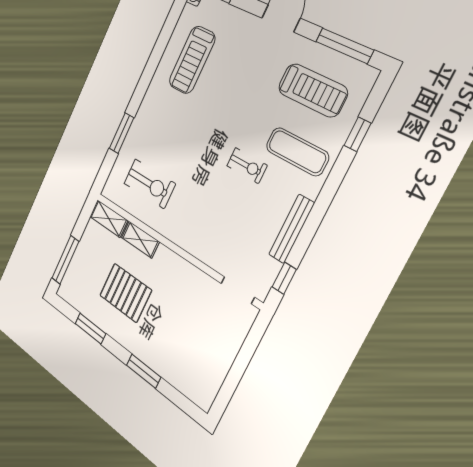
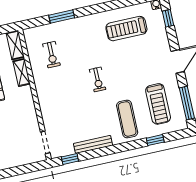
exercise bike: (247, 165) -> (98, 79), moved
exercise bike: (150, 184) -> (52, 55), width x0.73, depth x0.72

